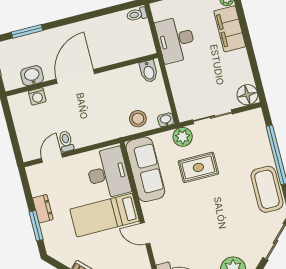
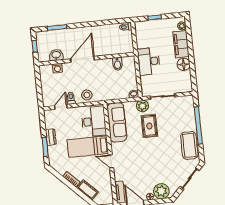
desk: (176, 40) -> (149, 61), moved
bidet: (149, 71) -> (117, 64), moved
floor lamp: (247, 95) -> (184, 64), moved
stool: (138, 119) -> (87, 95), moved
rug: (198, 167) -> (149, 126), turned 90

